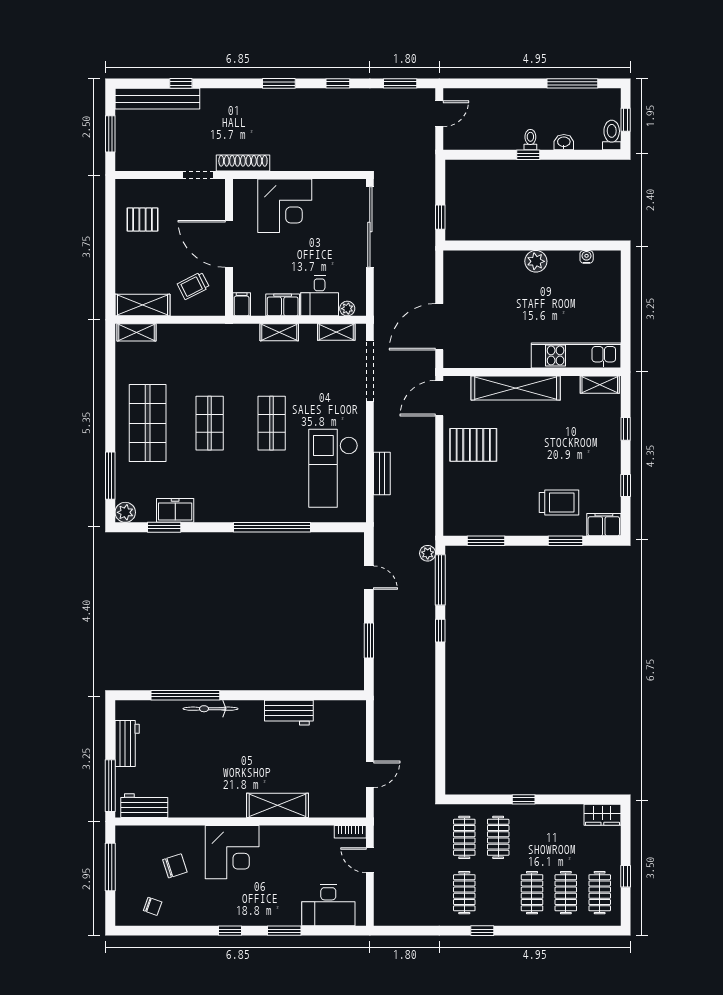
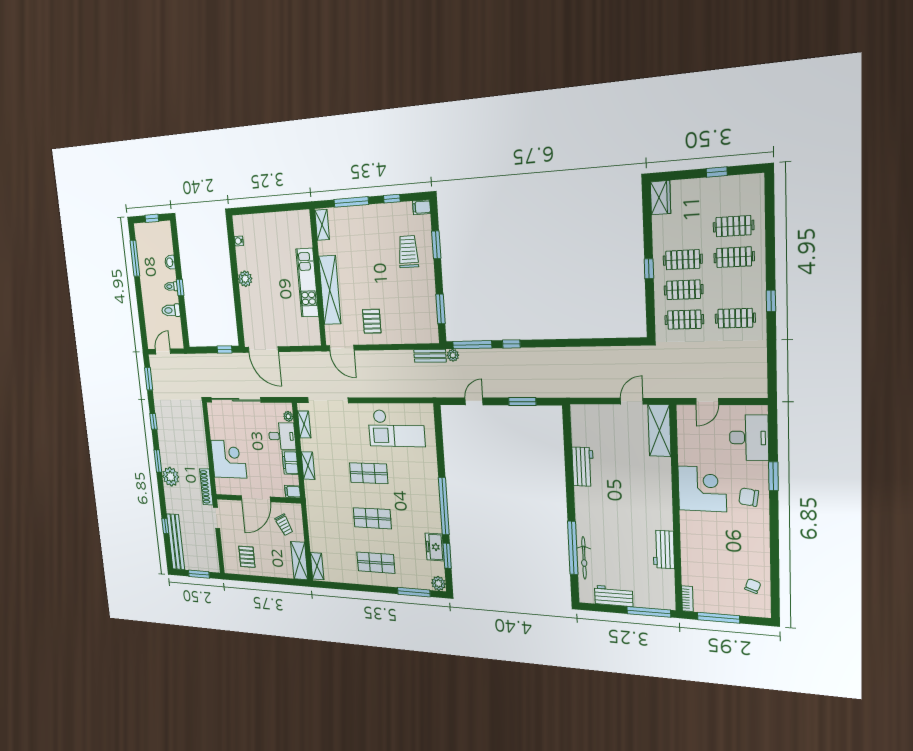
plant: (256, 103) -> (171, 477), added
door: (439, 114) -> (163, 351), hinge flipped
toilet: (612, 135) -> (171, 310), moved
door: (439, 327) -> (263, 350), moved
kitchen unit: (576, 355) -> (307, 283), moved
shop shelf: (148, 423) -> (376, 563), width x0.70, depth x0.74
window: (626, 429) -> (351, 202), width x2.17
pallet: (473, 445) -> (372, 321), width x0.67, depth x0.71
bench: (382, 473) -> (430, 356), moved
filing cabinet: (604, 525) -> (422, 207), width x0.50
window: (272, 527) -> (444, 506), moved
bicycle: (211, 709) -> (584, 558), moved
door: (370, 774) -> (632, 401), hinge flipped
shelving: (277, 805) -> (659, 430), moved
workbench: (144, 806) -> (663, 549), moved
bookcase: (350, 832) -> (687, 599), moved
corner desk: (232, 852) -> (702, 489), moved
chair: (175, 866) -> (749, 497), moved, turned -64
clothes rail: (600, 893) -> (683, 260), moved
window: (230, 931) -> (774, 523), removed

